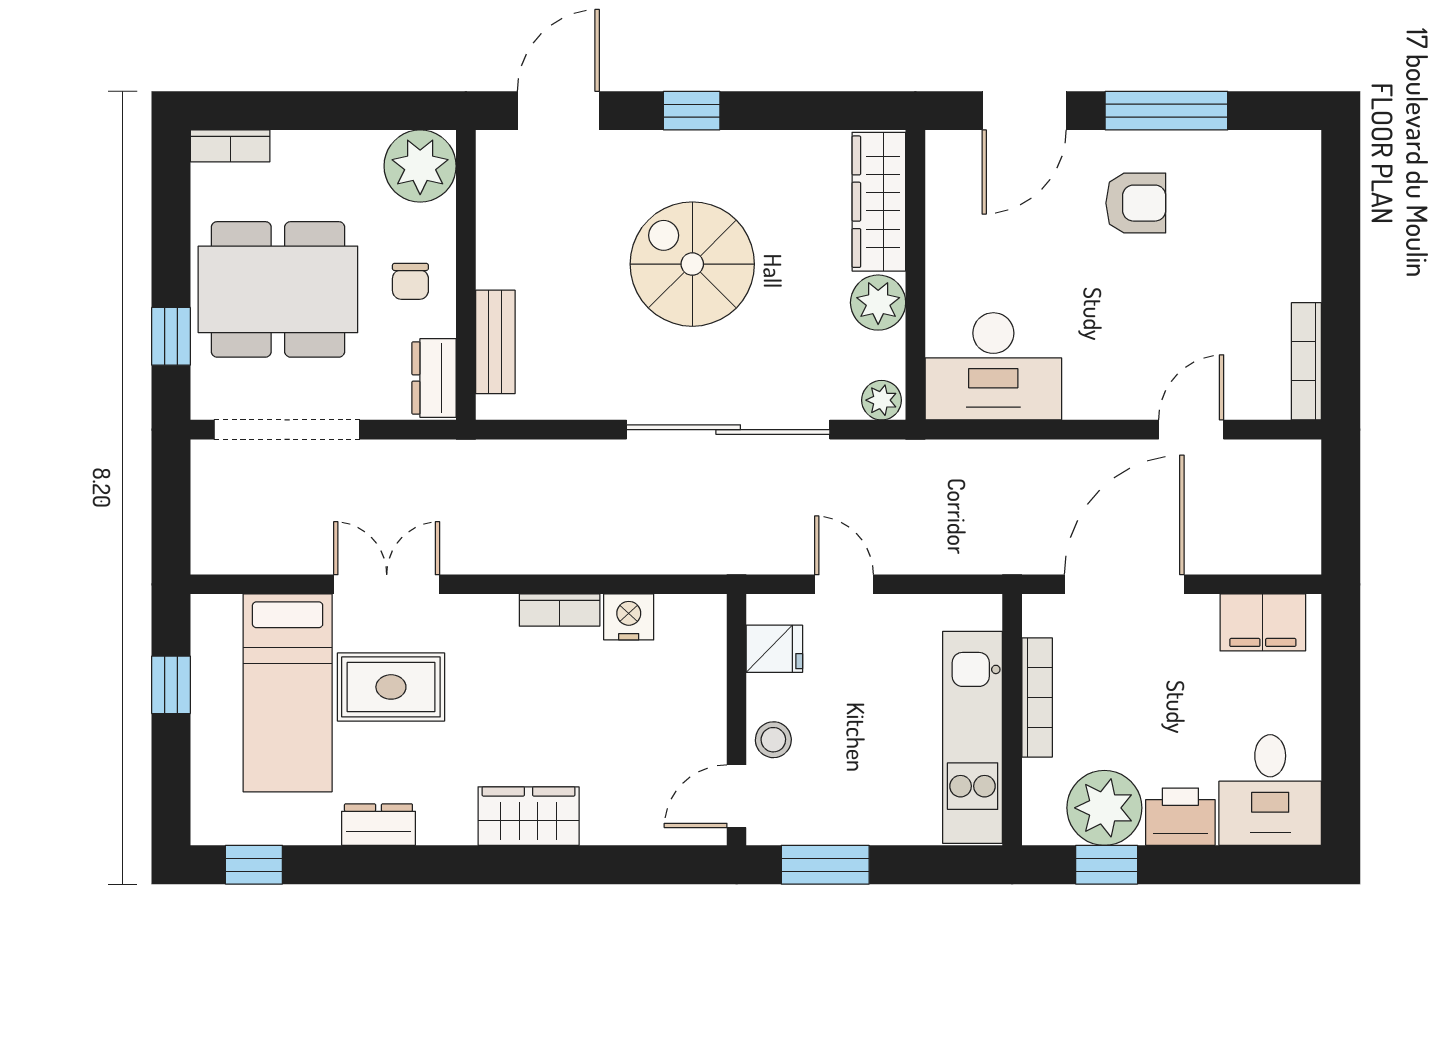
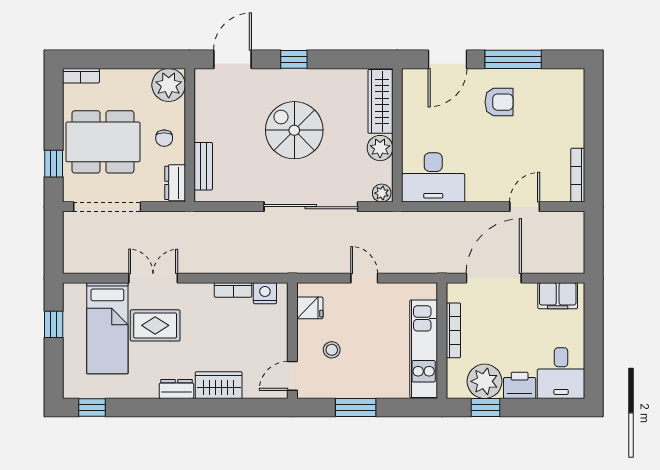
fridge: (774, 649) -> (310, 308), moved
wall: (737, 720) -> (292, 341), moved
door: (737, 796) -> (292, 376), moved
dresser: (378, 825) -> (177, 389), moved

